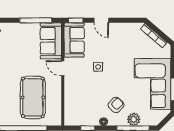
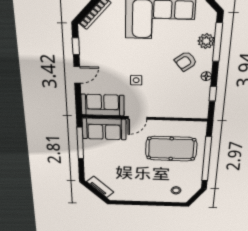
window: (76, 20) -> (76, 46), moved
armchair: (116, 105) -> (186, 61), turned -82

